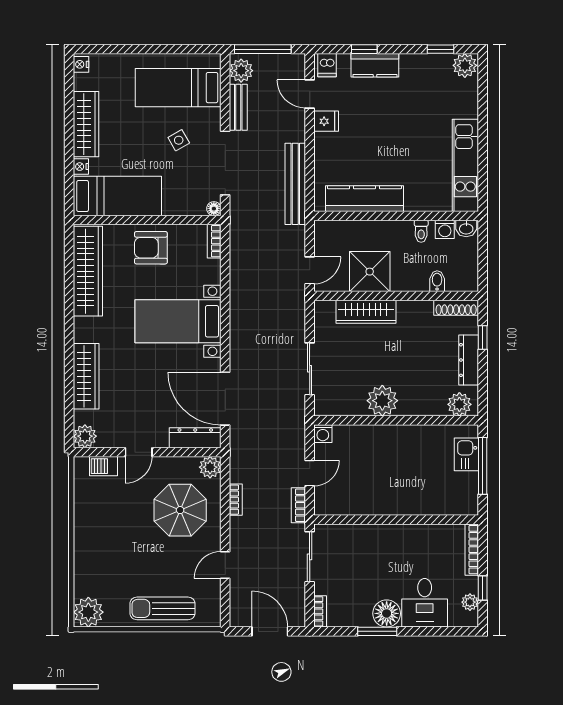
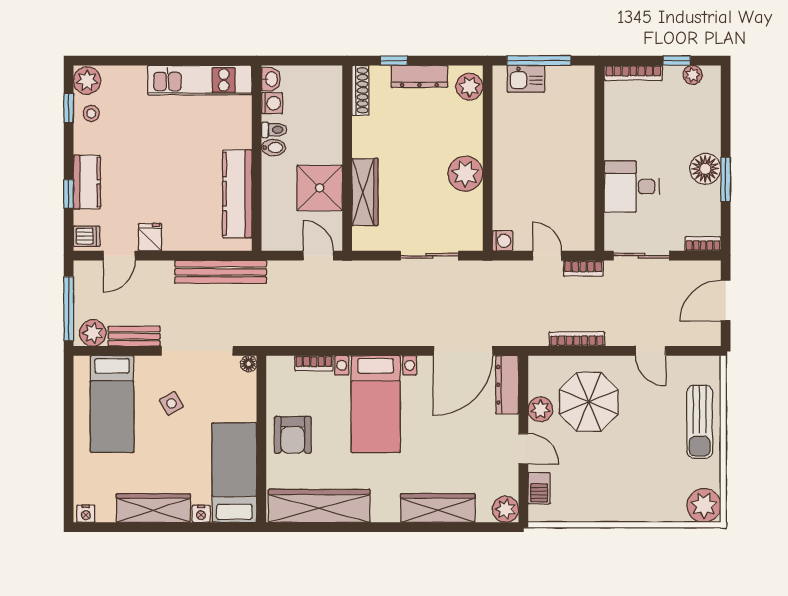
stool: (436, 69) -> (91, 113), added
bookcase: (214, 241) -> (314, 363), moved
bidet: (437, 281) -> (273, 148), moved, turned 180
plant: (210, 467) -> (540, 409), moved
bookcase: (236, 500) -> (577, 339), width x1.56
desk: (425, 603) -> (632, 187), moved, turned 180

